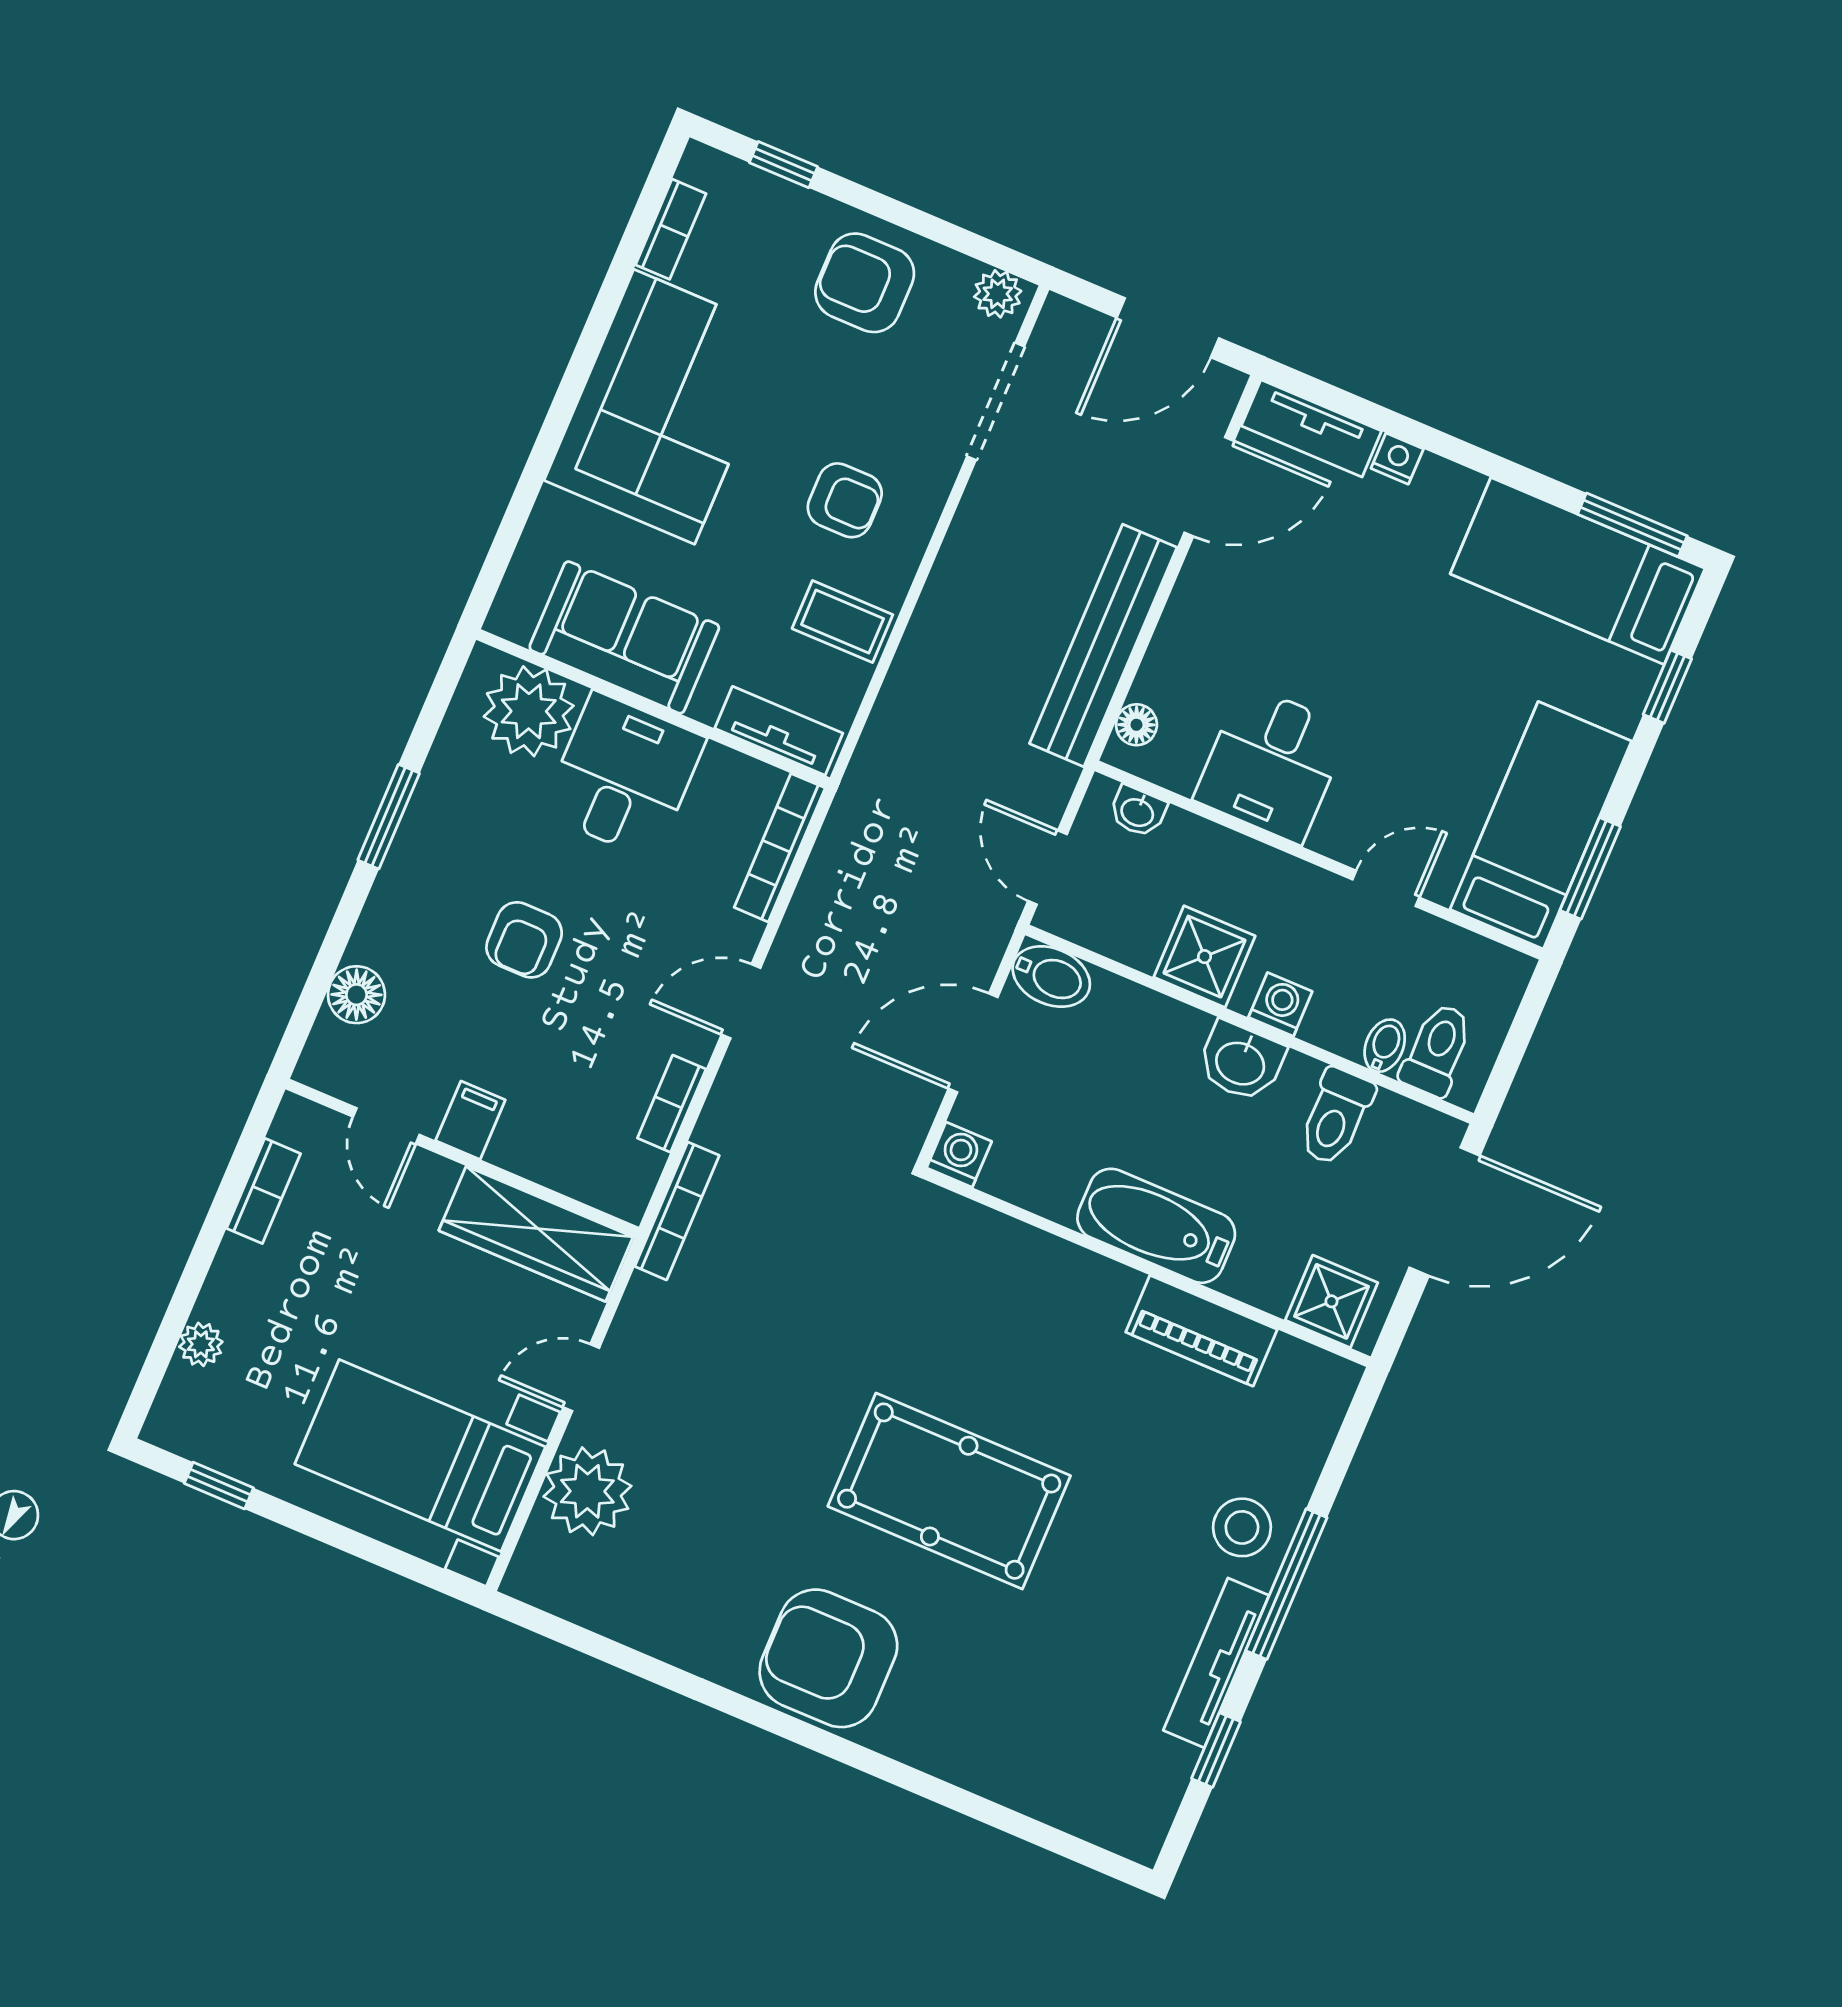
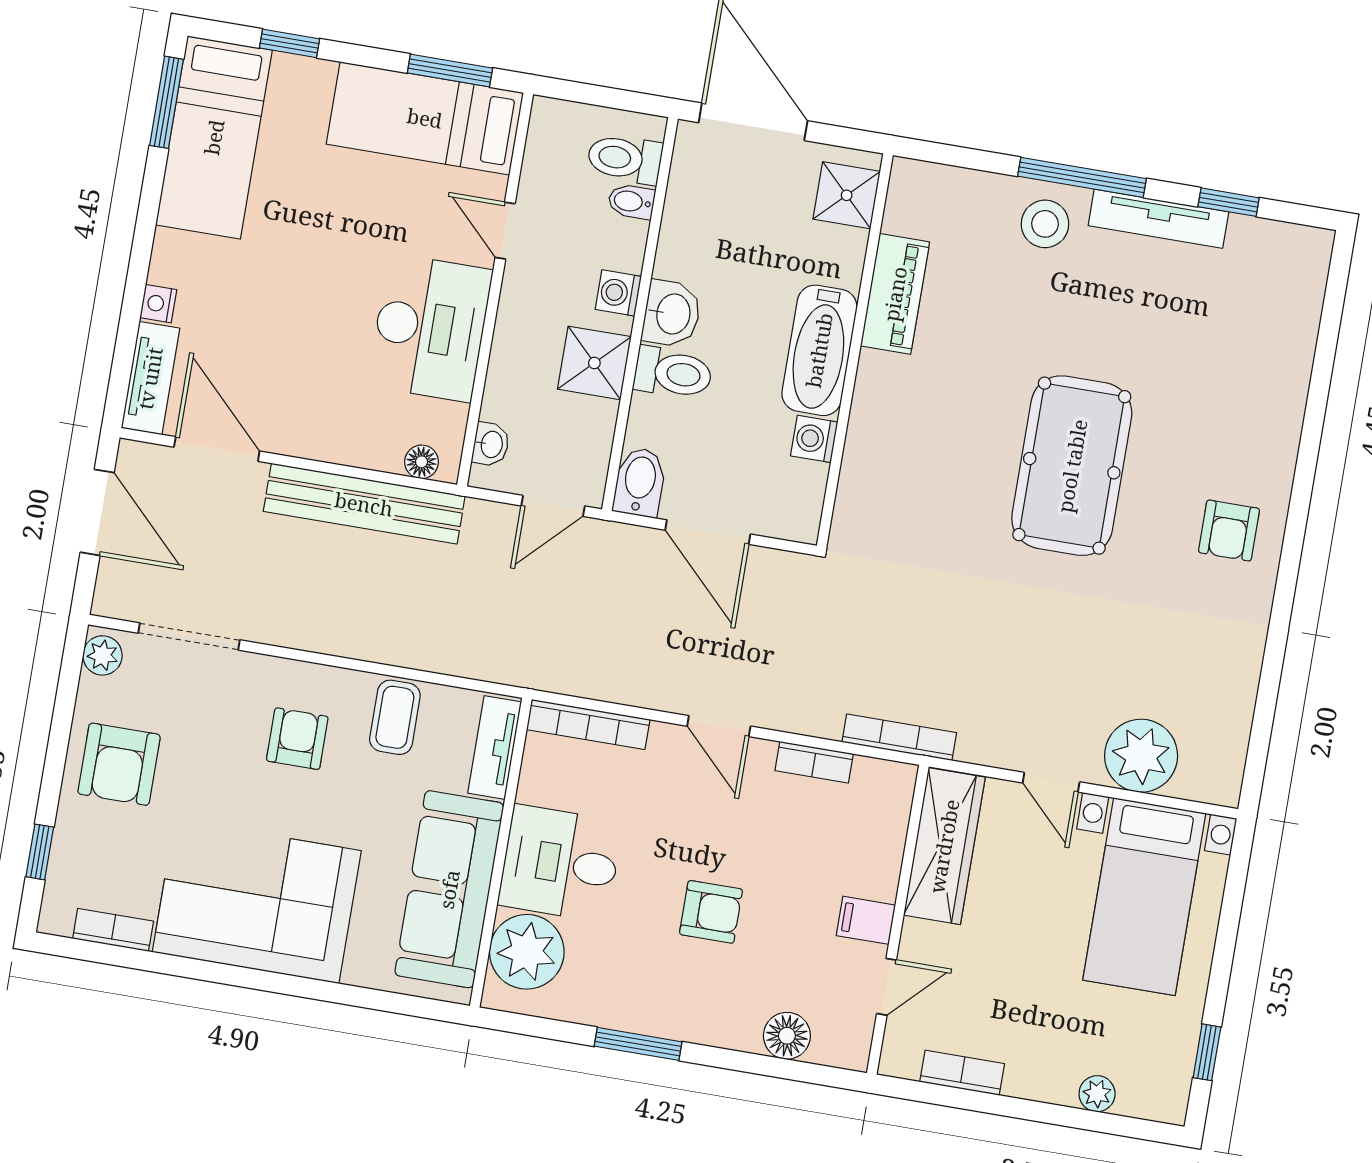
sofa: (624, 637) -> (449, 889), width x1.36
desk: (1272, 764) -> (430, 328), width x1.37
toilet: (1336, 1117) -> (673, 373), moved
washing machine: (959, 1155) -> (814, 439), moved
armchair: (828, 1658) -> (1229, 531), width x0.53, depth x0.53

